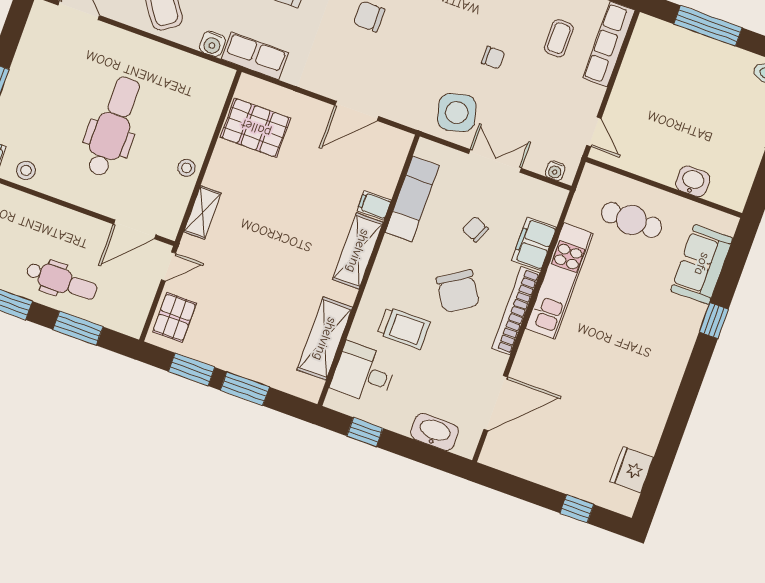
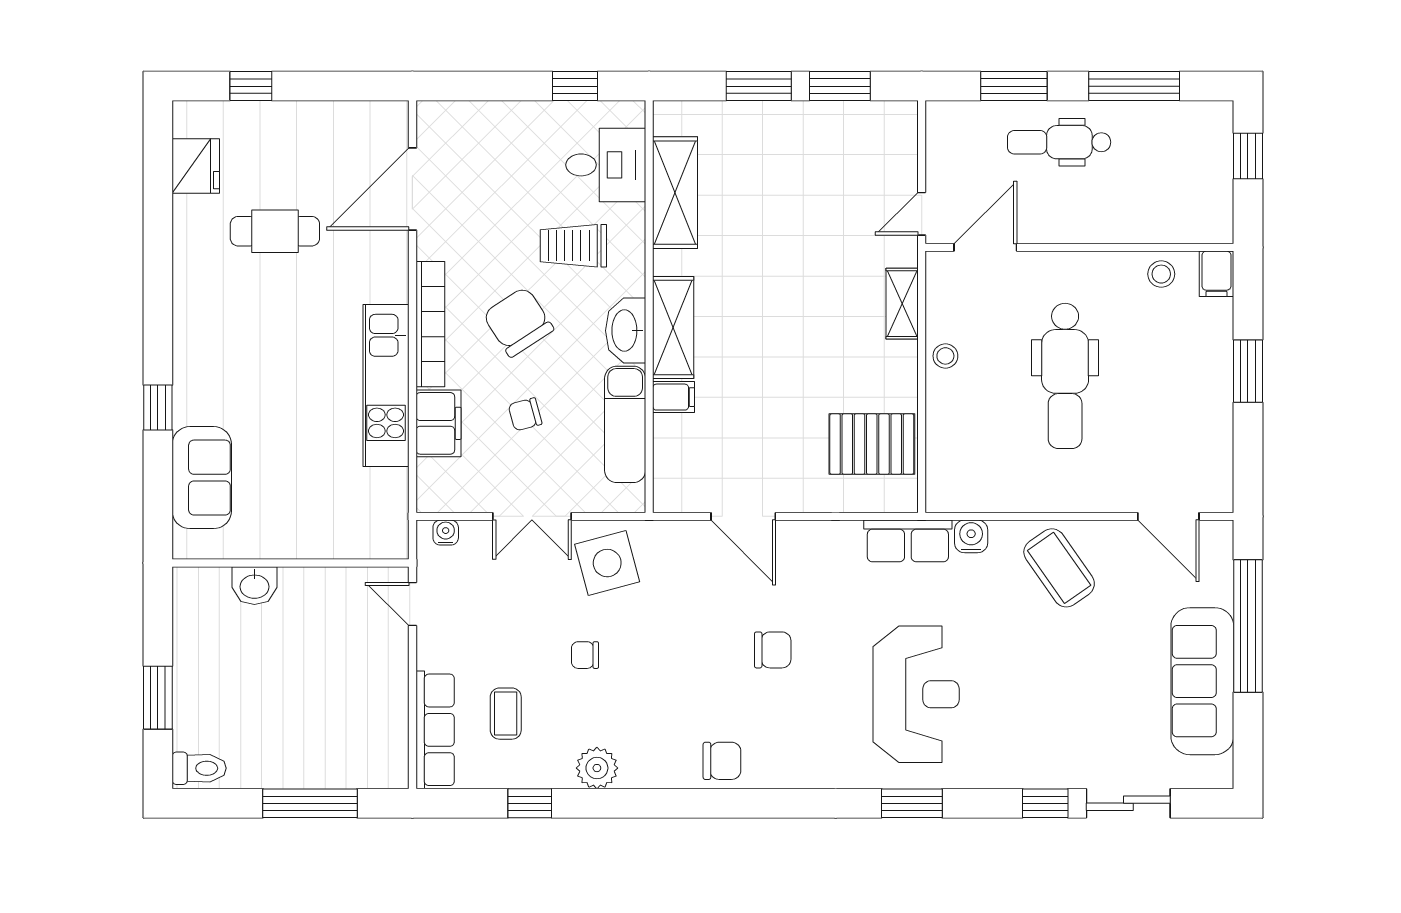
door: (357, 111) -> (743, 516), swing flipped
cafe table: (631, 220) -> (275, 231), moved
chair: (475, 229) -> (525, 414), turned 142
pallet: (175, 317) -> (889, 148), removed
washbasin: (434, 432) -> (626, 331), moved, turned 90

